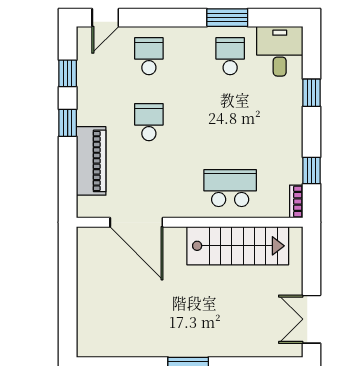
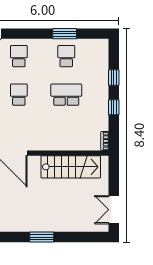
desk: (280, 51) -> (95, 53), removed
window: (311, 170) -> (114, 107), moved
school desk: (230, 188) -> (66, 95), moved

